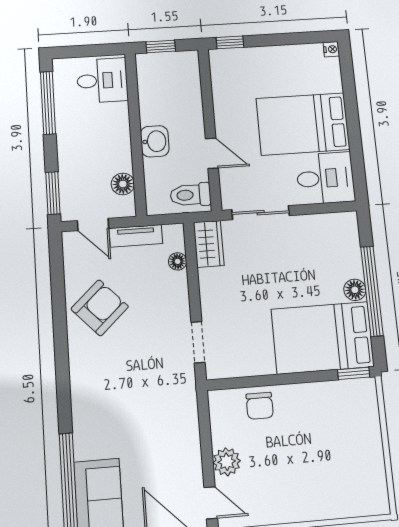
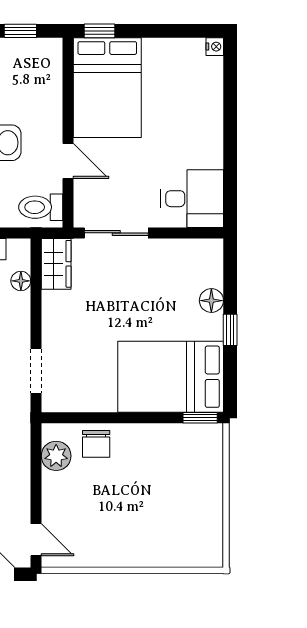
bed: (303, 124) -> (107, 88), moved, turned -90
floor lamp: (355, 290) -> (211, 301), moved
window: (372, 291) -> (230, 330), width x0.32
plant: (227, 462) -> (56, 456), moved

